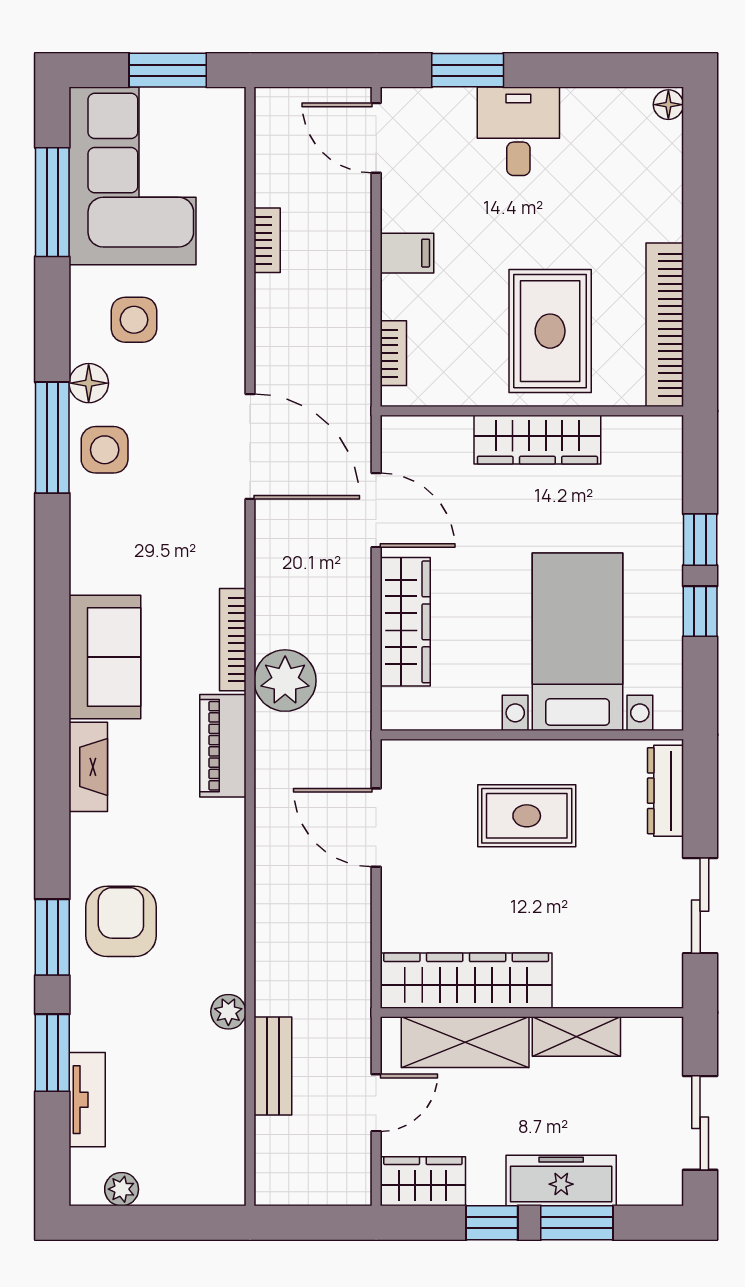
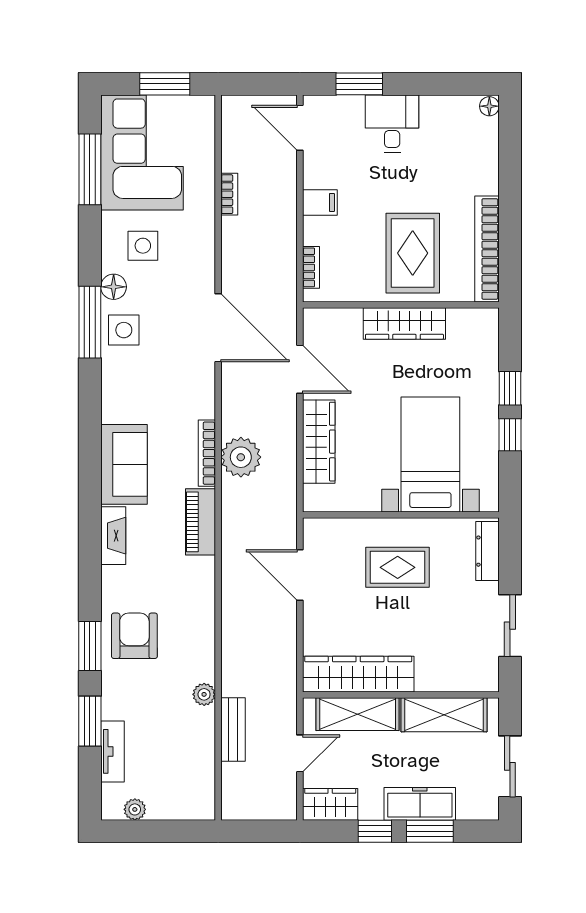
plant: (285, 681) -> (241, 457), moved
shelving: (576, 1037) -> (444, 715), width x1.50, depth x1.33

